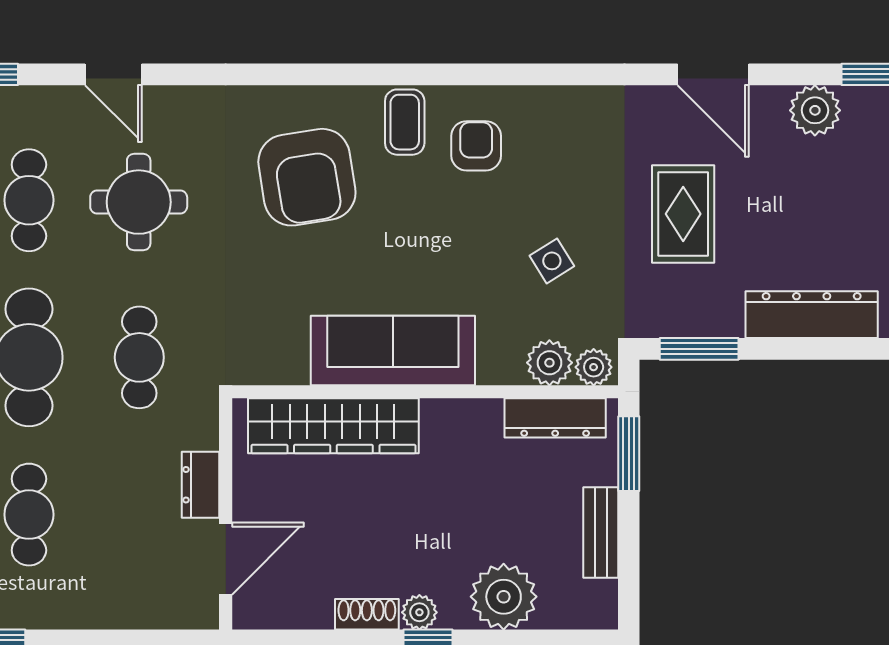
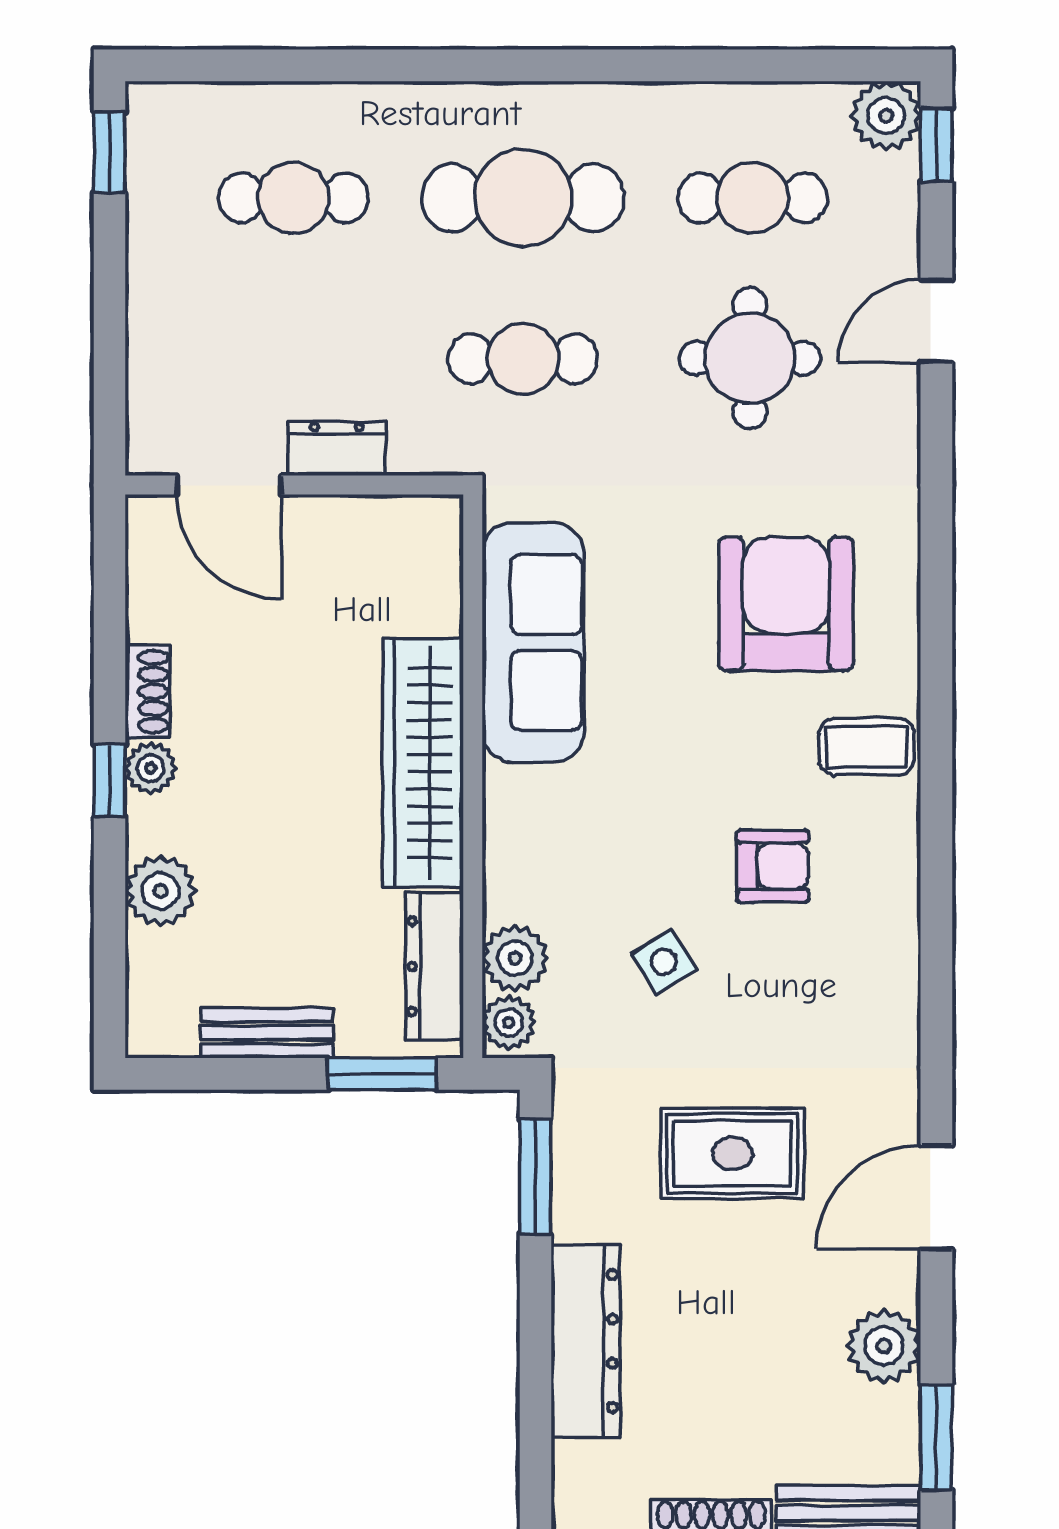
armchair: (476, 146) -> (773, 866), moved
armchair: (307, 177) -> (786, 604), turned 99
sofa: (393, 350) -> (533, 642), moved
wardrobe: (333, 426) -> (423, 763), moved
plant: (504, 597) -> (160, 891), width x0.73, depth x0.73

